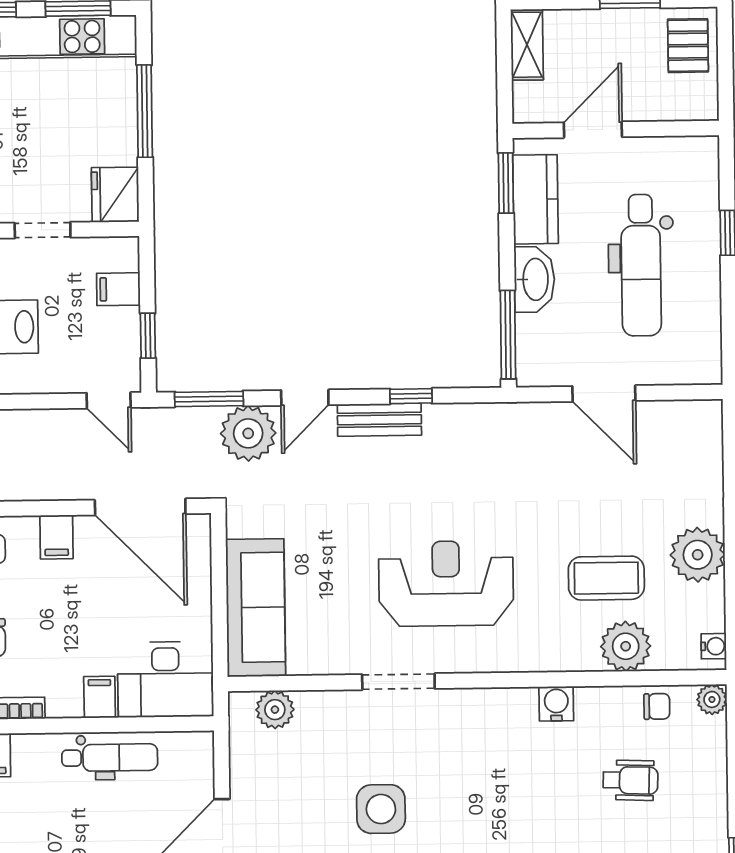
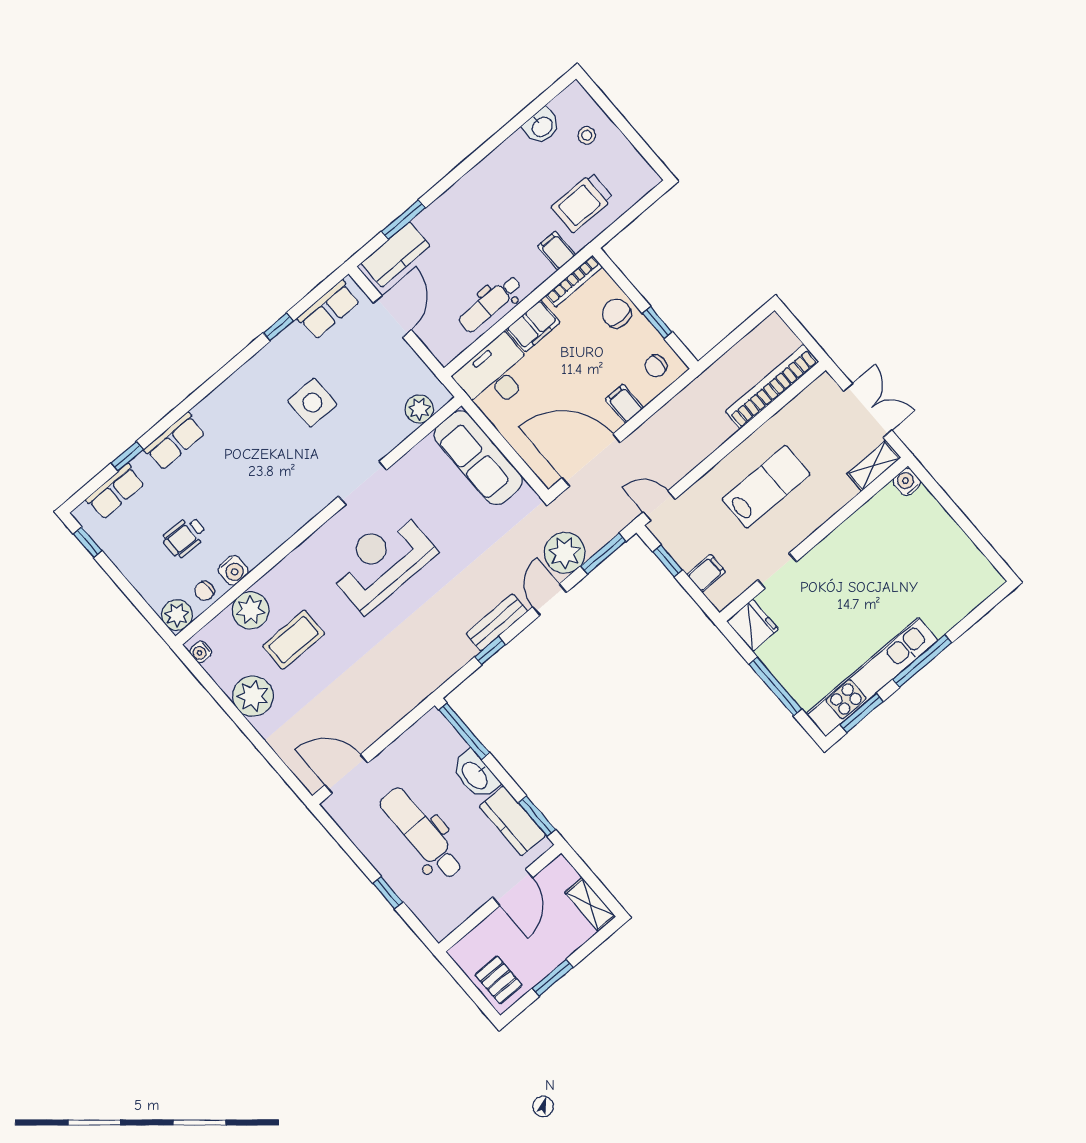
door: (604, 393) -> (346, 774), moved
reception desk: (446, 584) -> (382, 561), turned 180
filing cabinet: (100, 697) -> (533, 326), width x2.00
plant: (712, 699) -> (177, 615), width x1.38, depth x1.38
water cooler: (556, 704) -> (233, 570), moved

